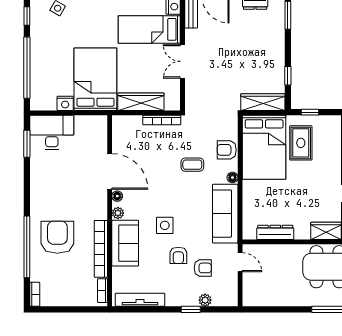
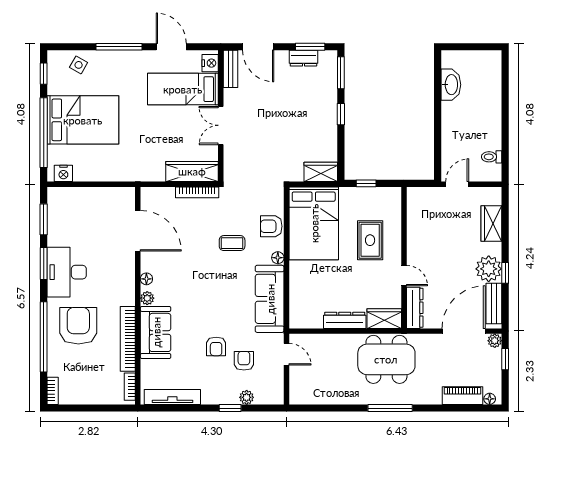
window: (288, 76) -> (341, 114), moved
bed: (95, 79) -> (83, 120), moved, turned 90
wardrobe: (141, 102) -> (192, 171), moved
wardrobe: (263, 102) -> (321, 172), width x0.67
nightstand: (65, 103) -> (63, 173), moved
desk: (52, 132) -> (67, 272), moved, turned -90
rug: (301, 143) -> (370, 240), moved
door: (110, 171) -> (138, 231), moved
window: (27, 183) -> (44, 264), added
side table: (165, 225) -> (201, 312), removed
dresser: (275, 232) -> (345, 320), moved
armchair: (203, 268) -> (244, 361), turned -90

